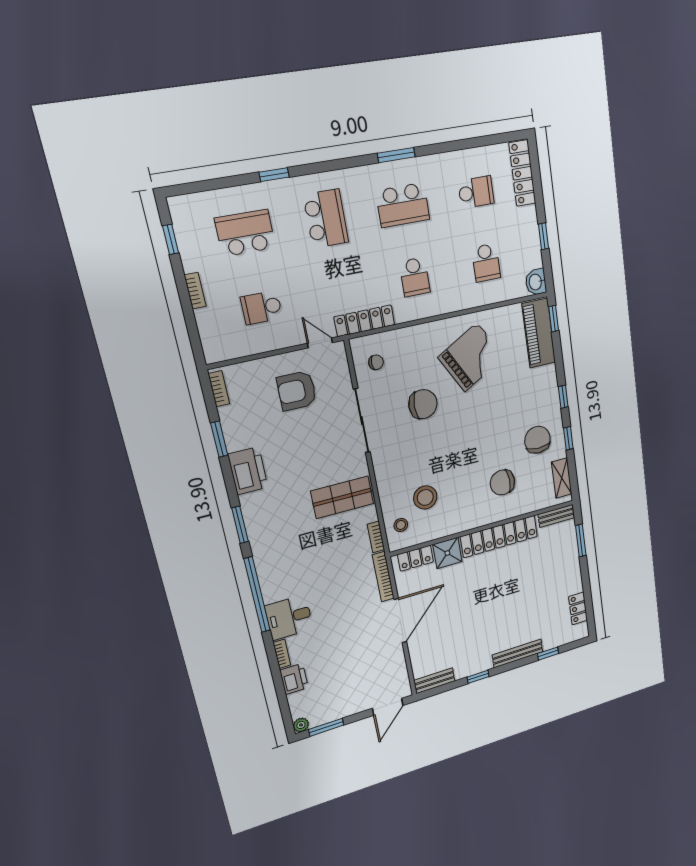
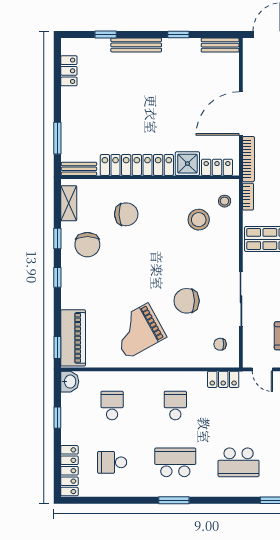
school desk: (326, 219) -> (239, 462), turned -90
locker: (364, 321) -> (223, 379), width x0.66

